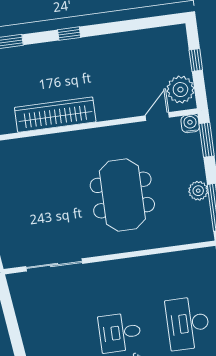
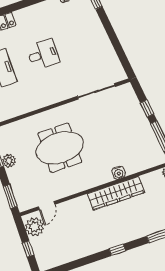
water cooler: (190, 124) -> (118, 173), moved
meeting table: (122, 195) -> (60, 148), turned 90

